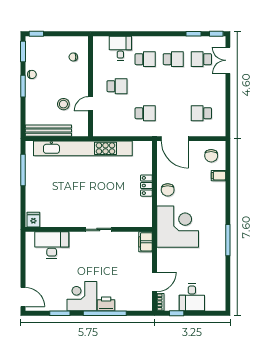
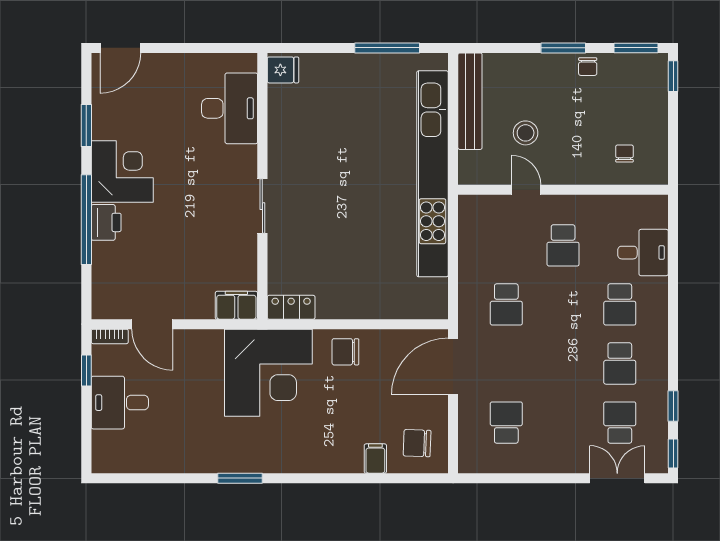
locker: (146, 186) -> (291, 307), moved
window: (228, 240) -> (240, 478), width x0.69

